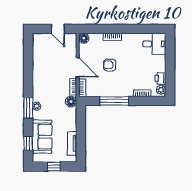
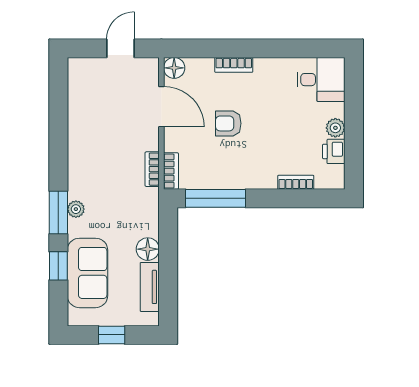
door: (58, 29) -> (120, 48), swing flipped
door: (78, 67) -> (161, 107), moved
plant: (161, 90) -> (335, 128), moved
window: (114, 101) -> (215, 198), moved
floor lamp: (71, 102) -> (148, 249), moved
window: (28, 143) -> (58, 266), moved

